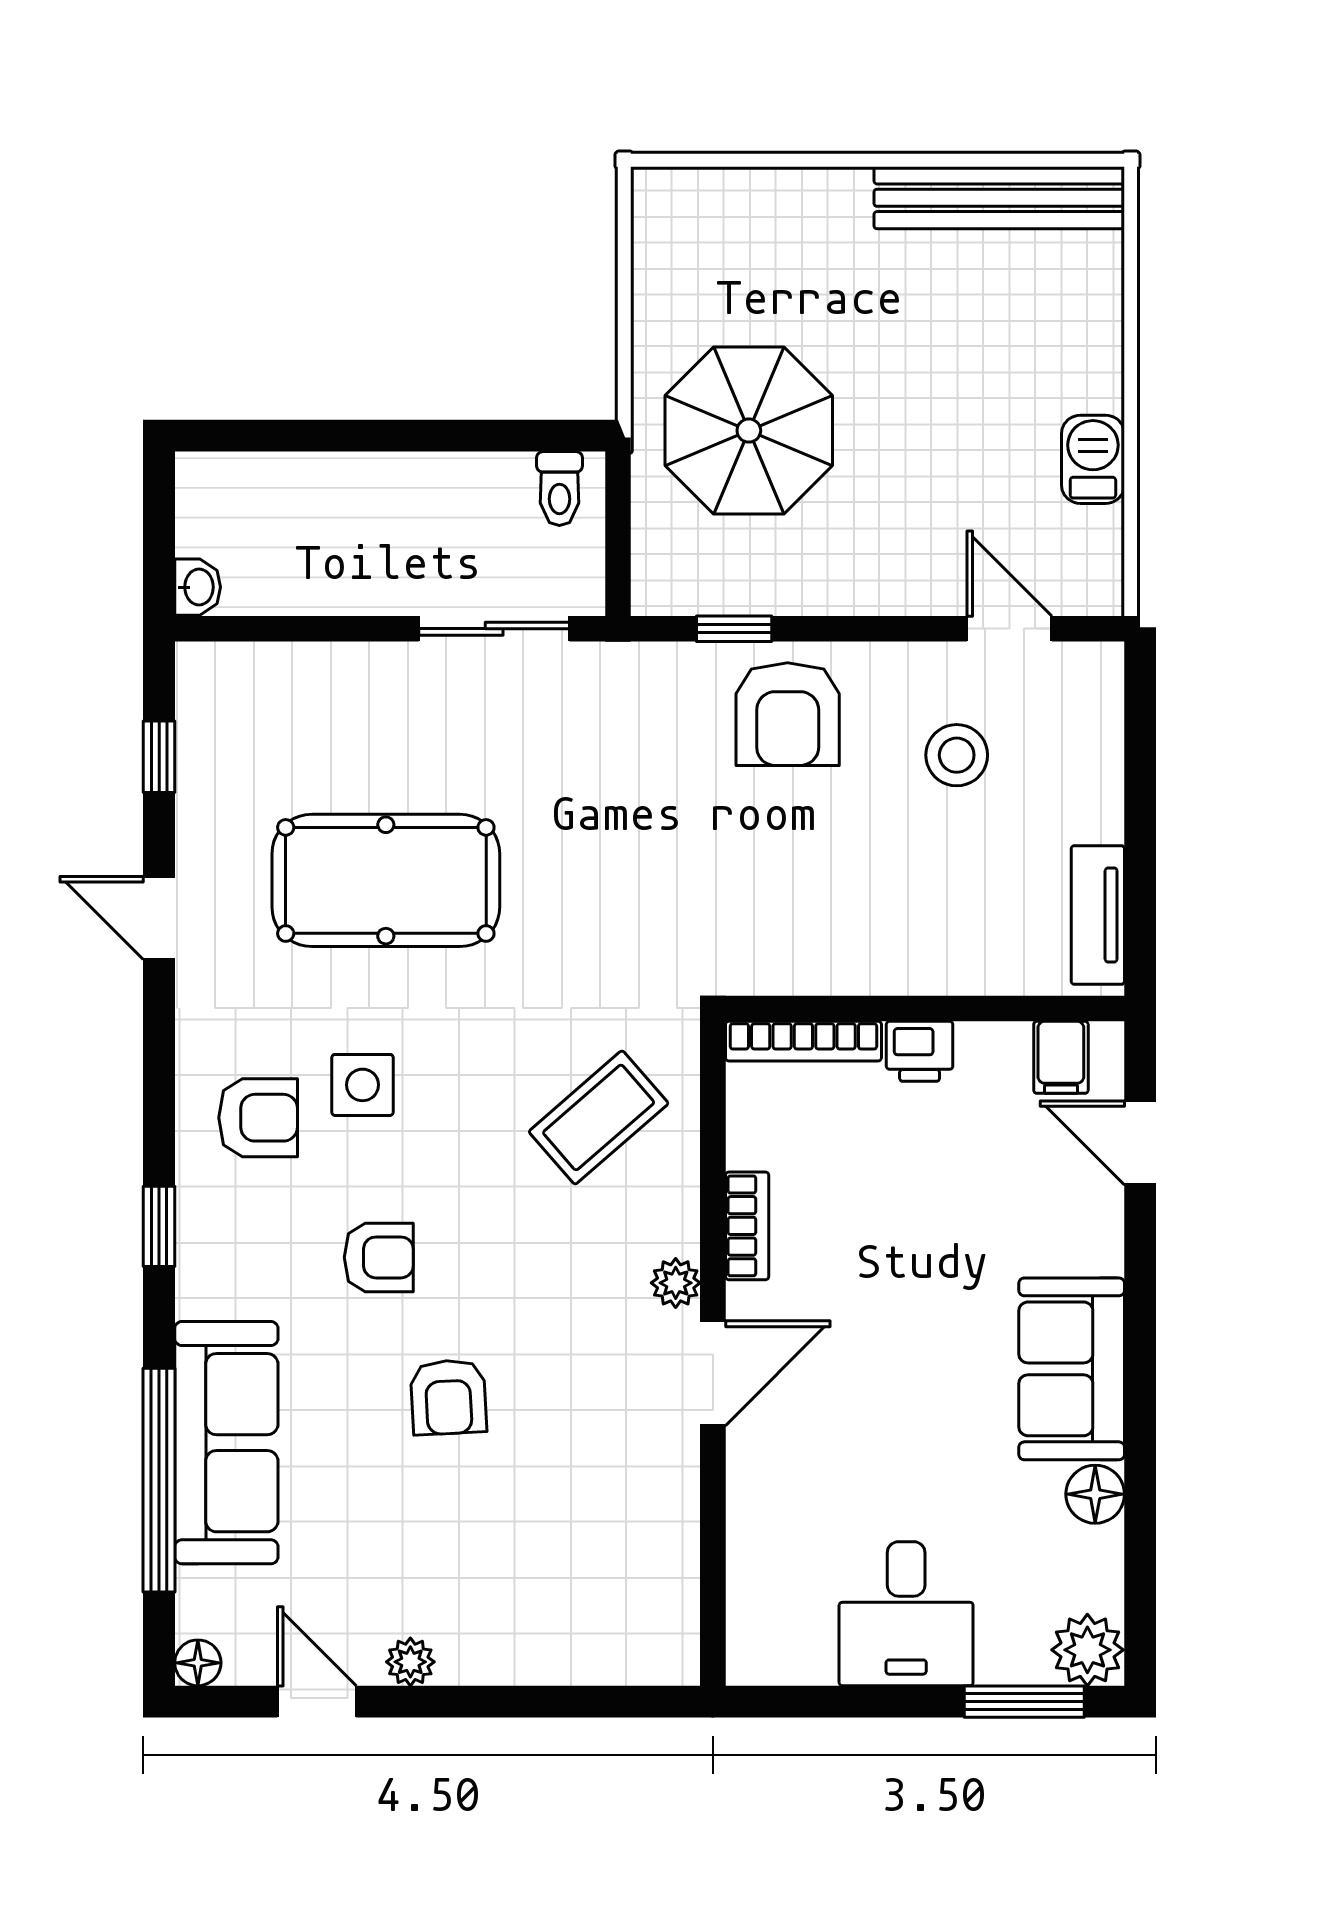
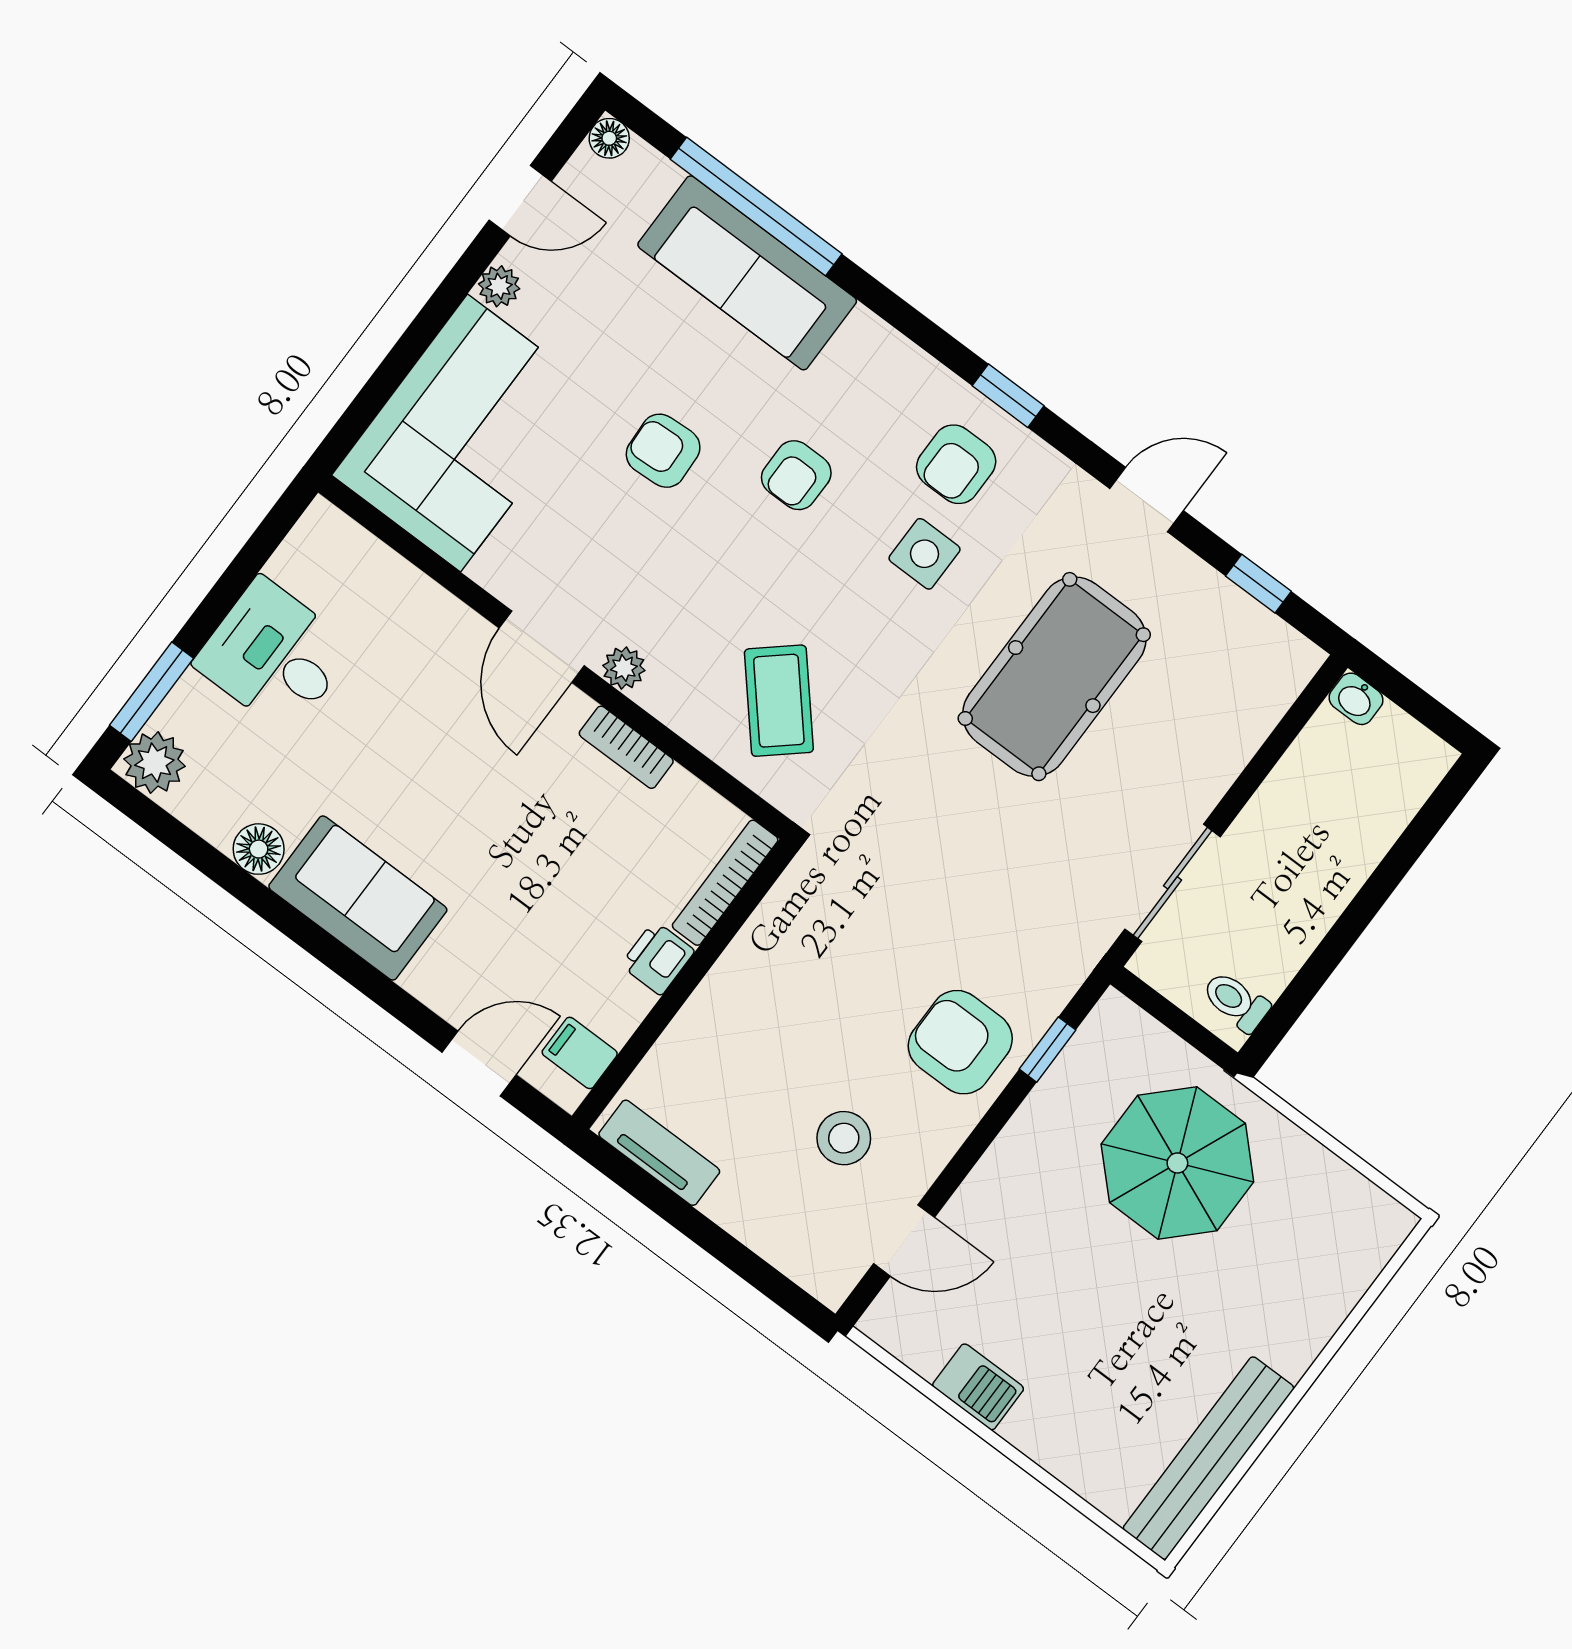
window: (159, 1226) -> (1008, 396), moved
corner sofa: (570, 1593) -> (464, 433), added

